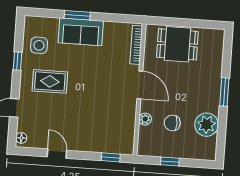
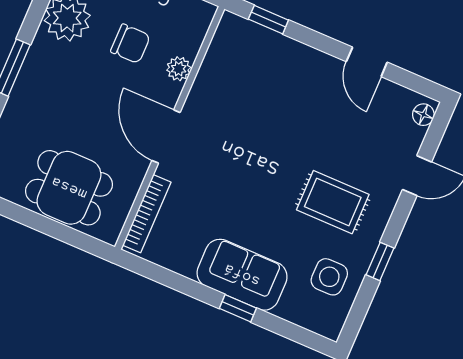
window: (77, 15) -> (238, 308), width x0.67

